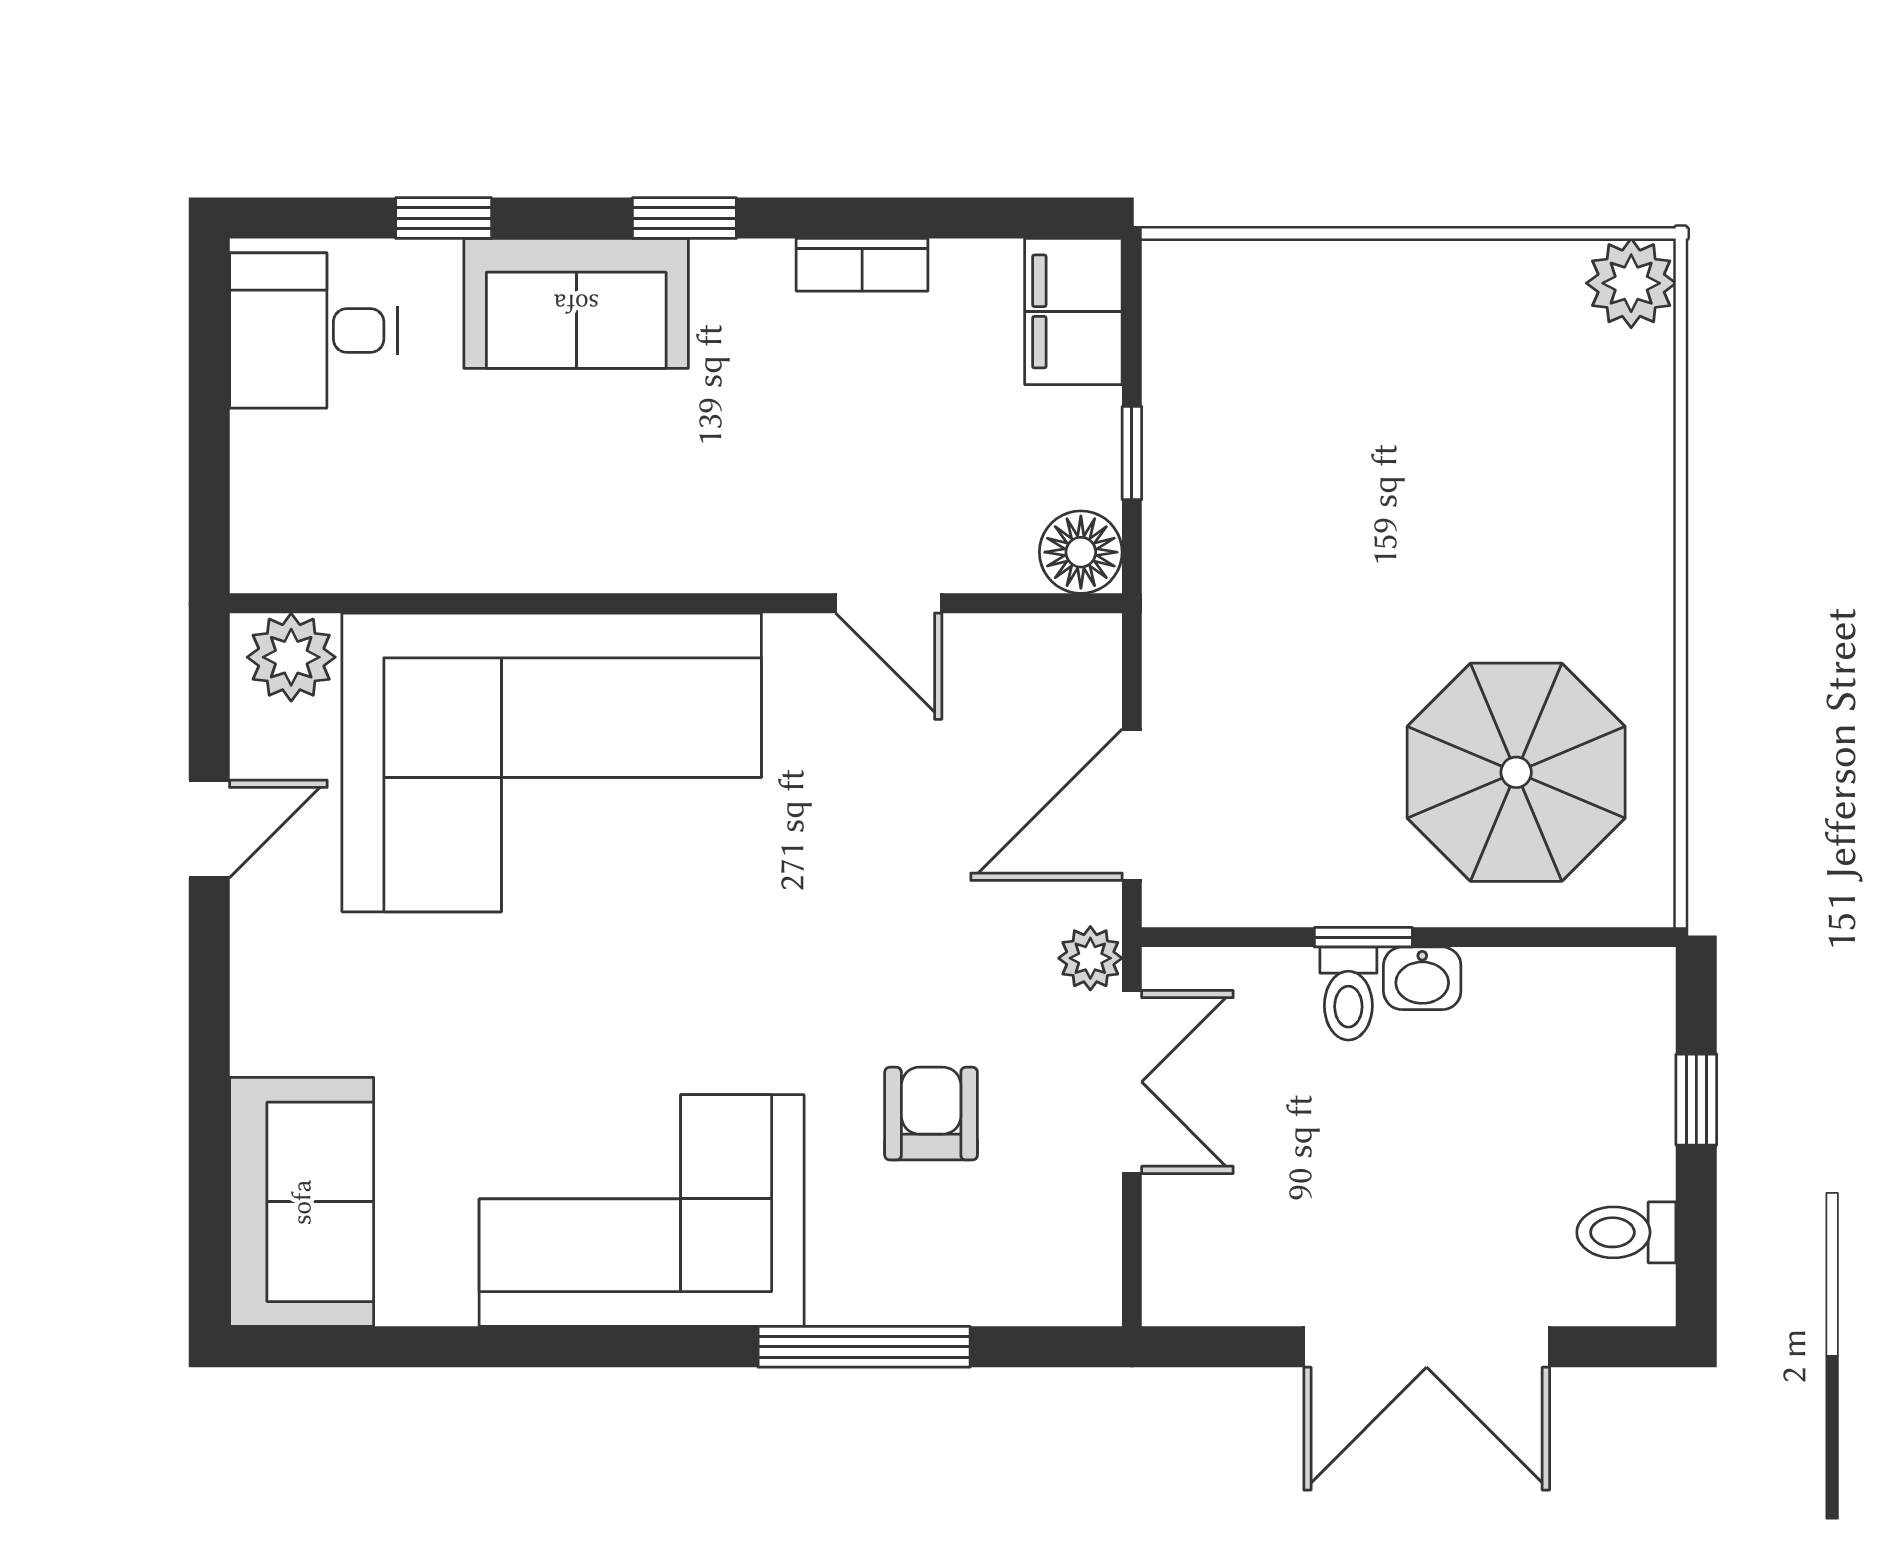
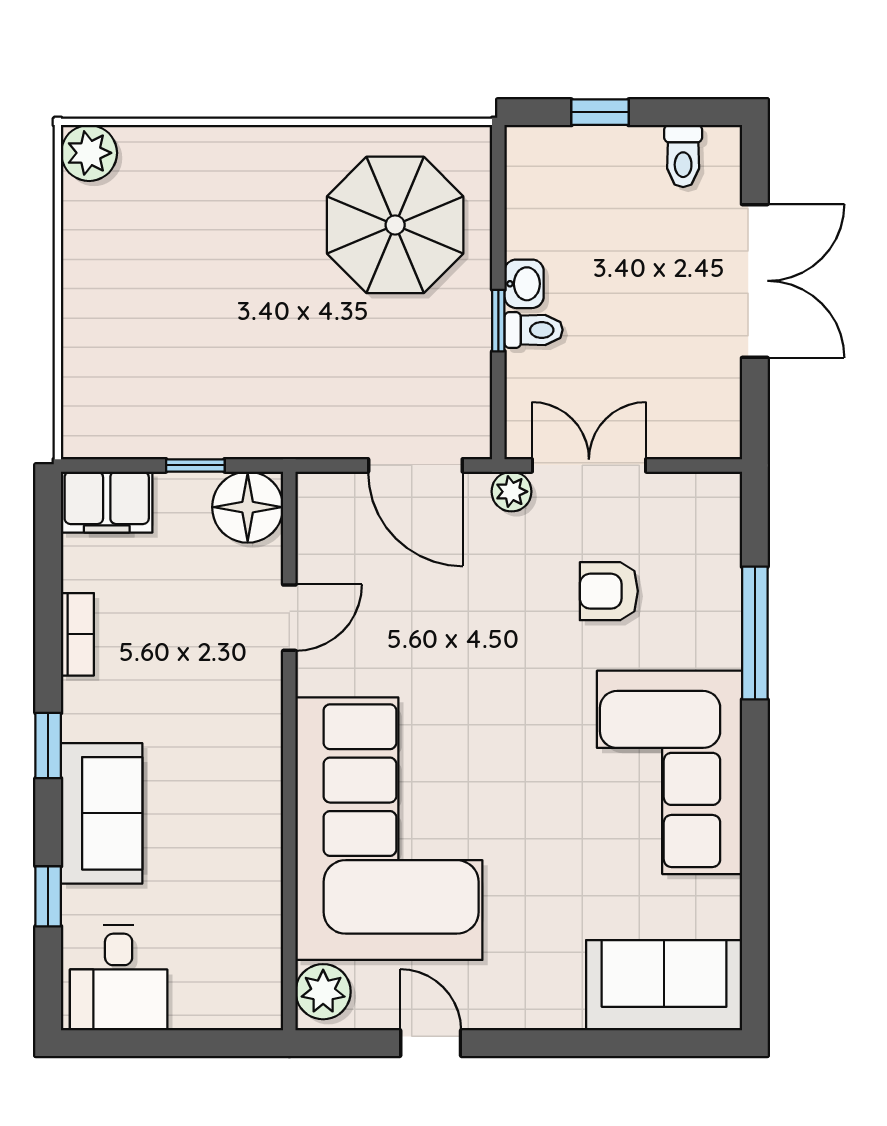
floor lamp: (1081, 552) -> (248, 507), width x1.38, depth x1.38

